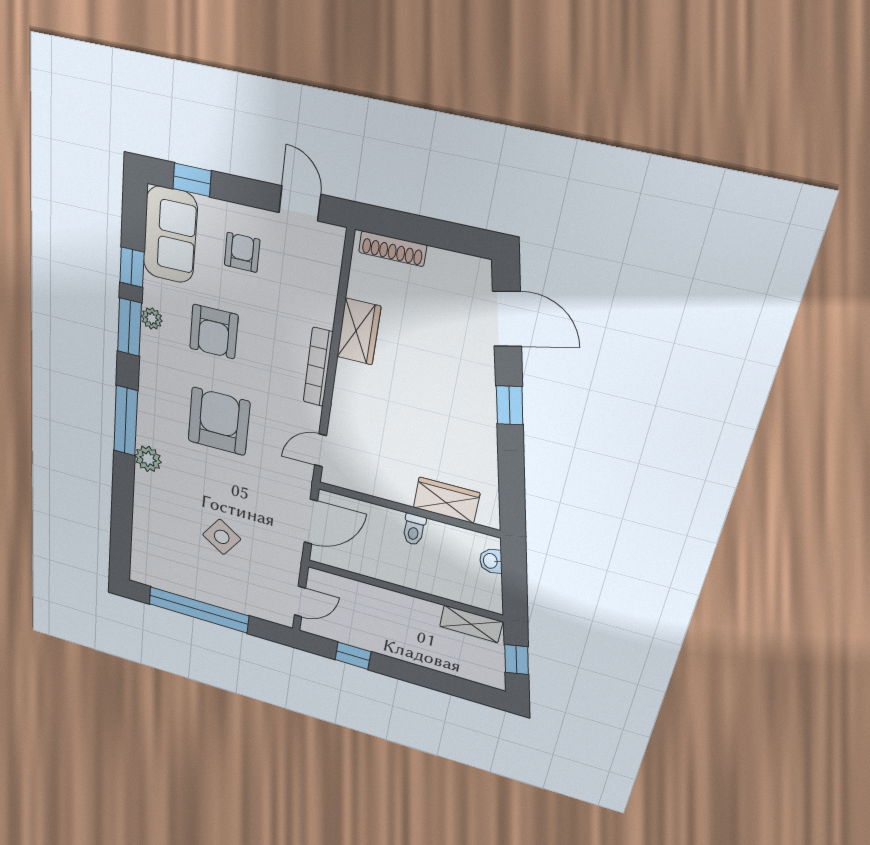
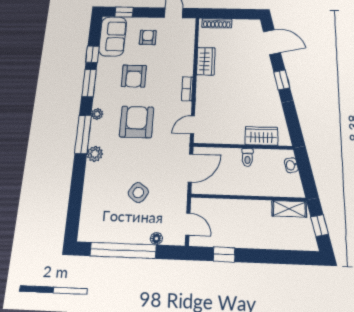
plant: (152, 318) -> (97, 114), moved
bookcase: (318, 367) -> (187, 89), width x0.64
door: (300, 602) -> (188, 224), hinge flipped
floor lamp: (249, 608) -> (156, 239), added

